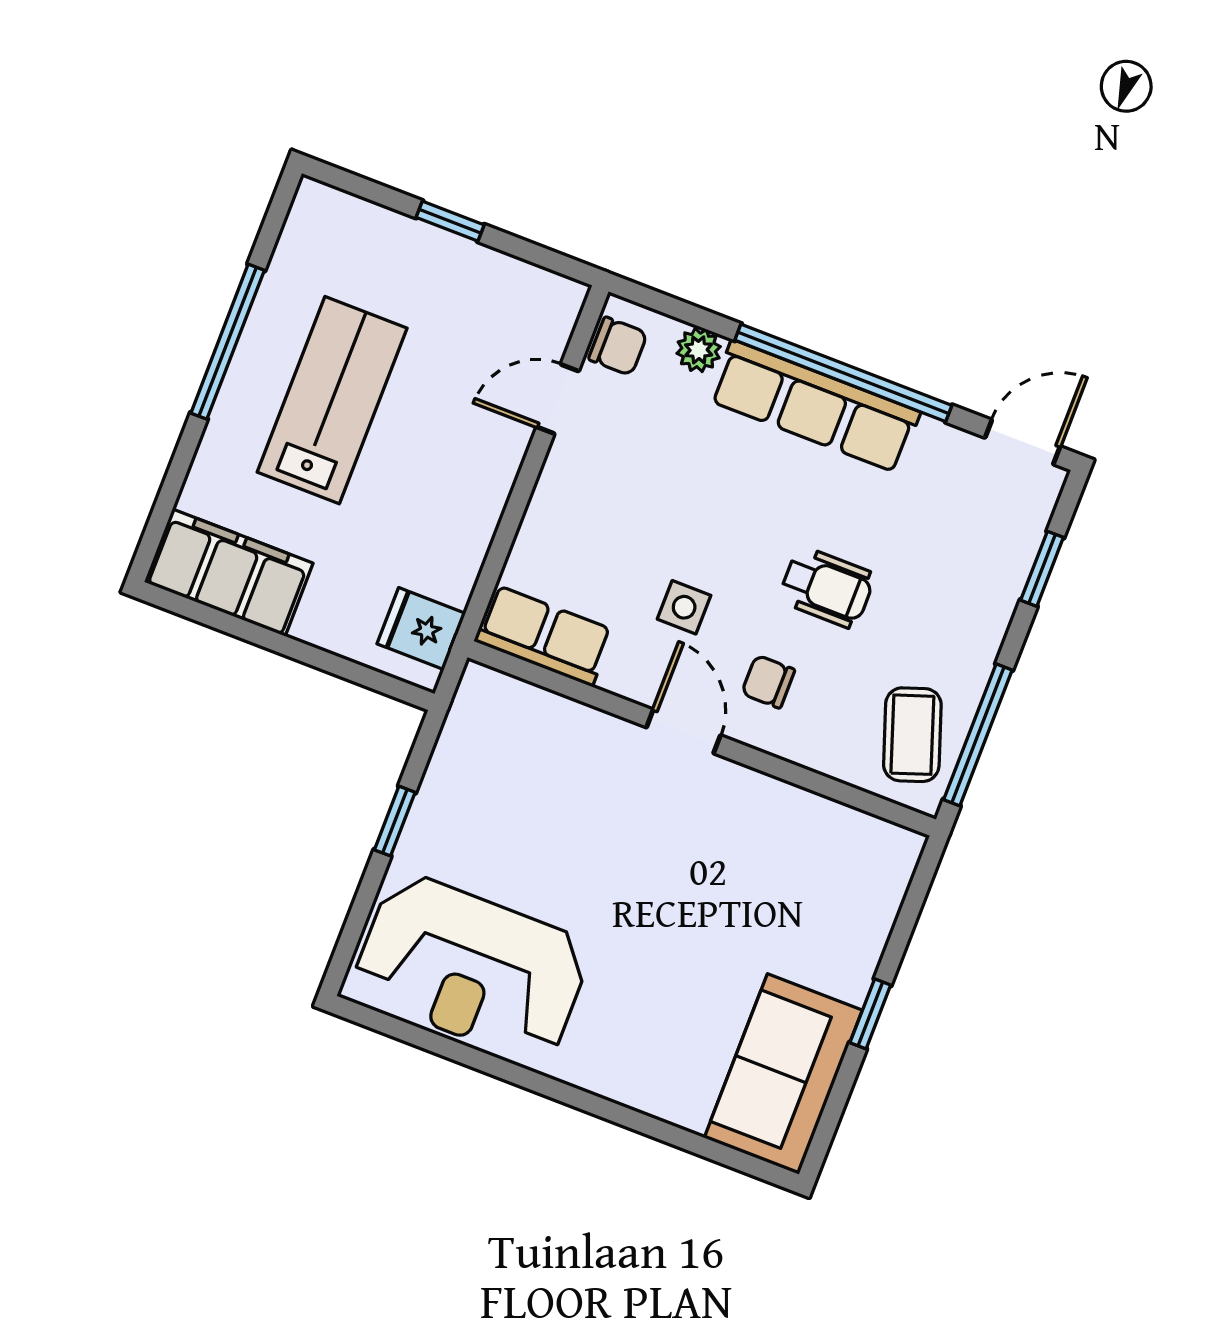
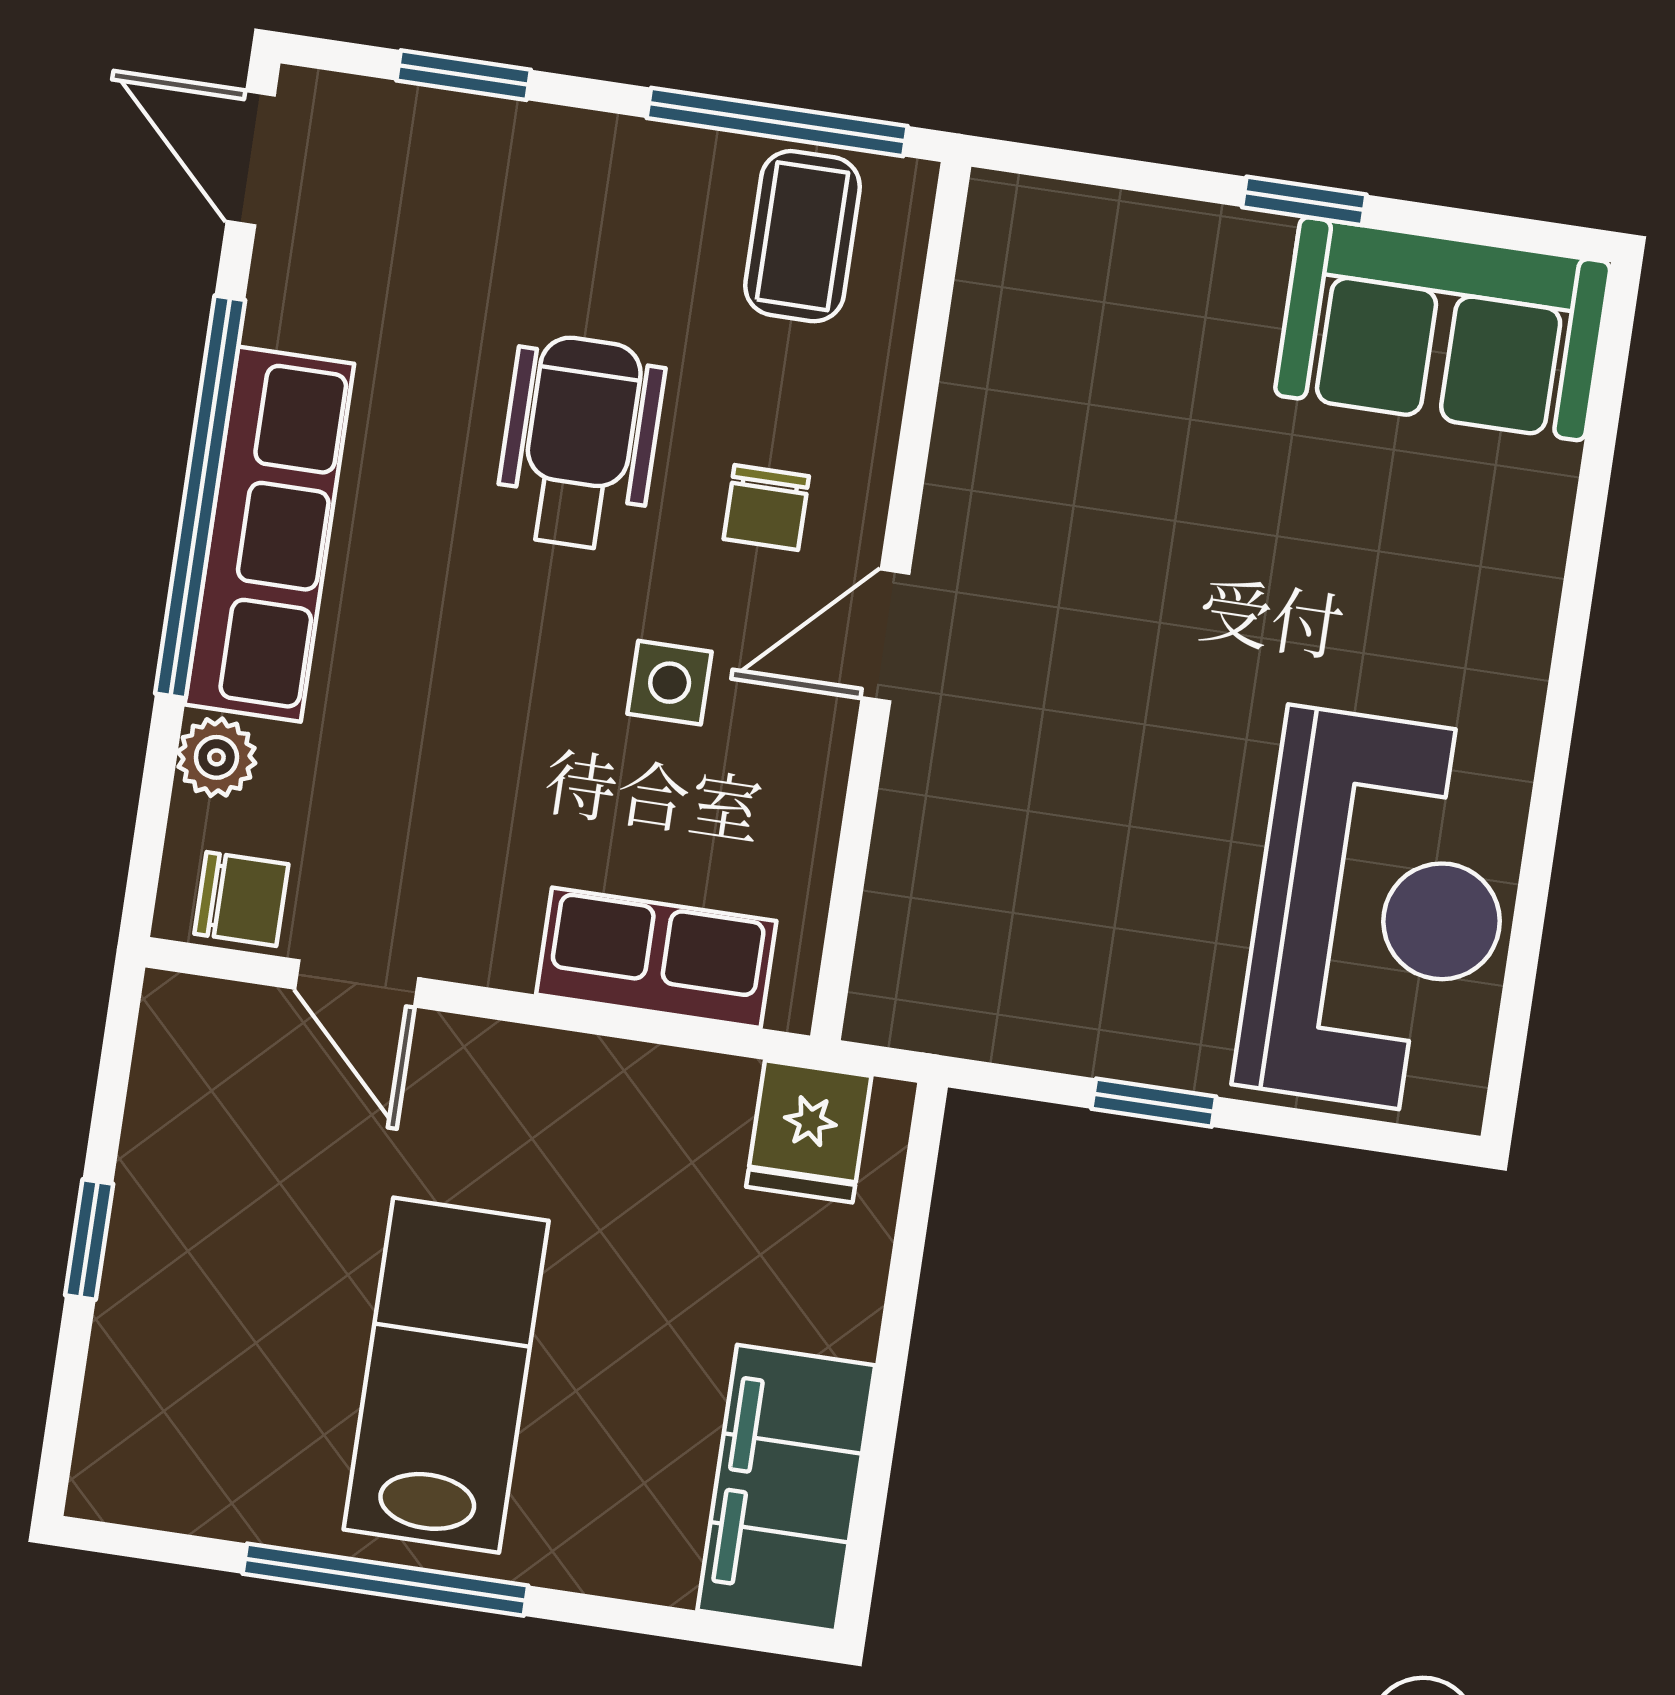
chair: (618, 346) -> (241, 899), turned 90
lab bench: (332, 400) -> (446, 1375), turned 90
wheelchair: (827, 587) -> (580, 442), width x1.36, depth x1.37
row of seats: (544, 636) -> (656, 958), moved, turned 90
coffee table: (912, 735) -> (802, 236), turned -71

